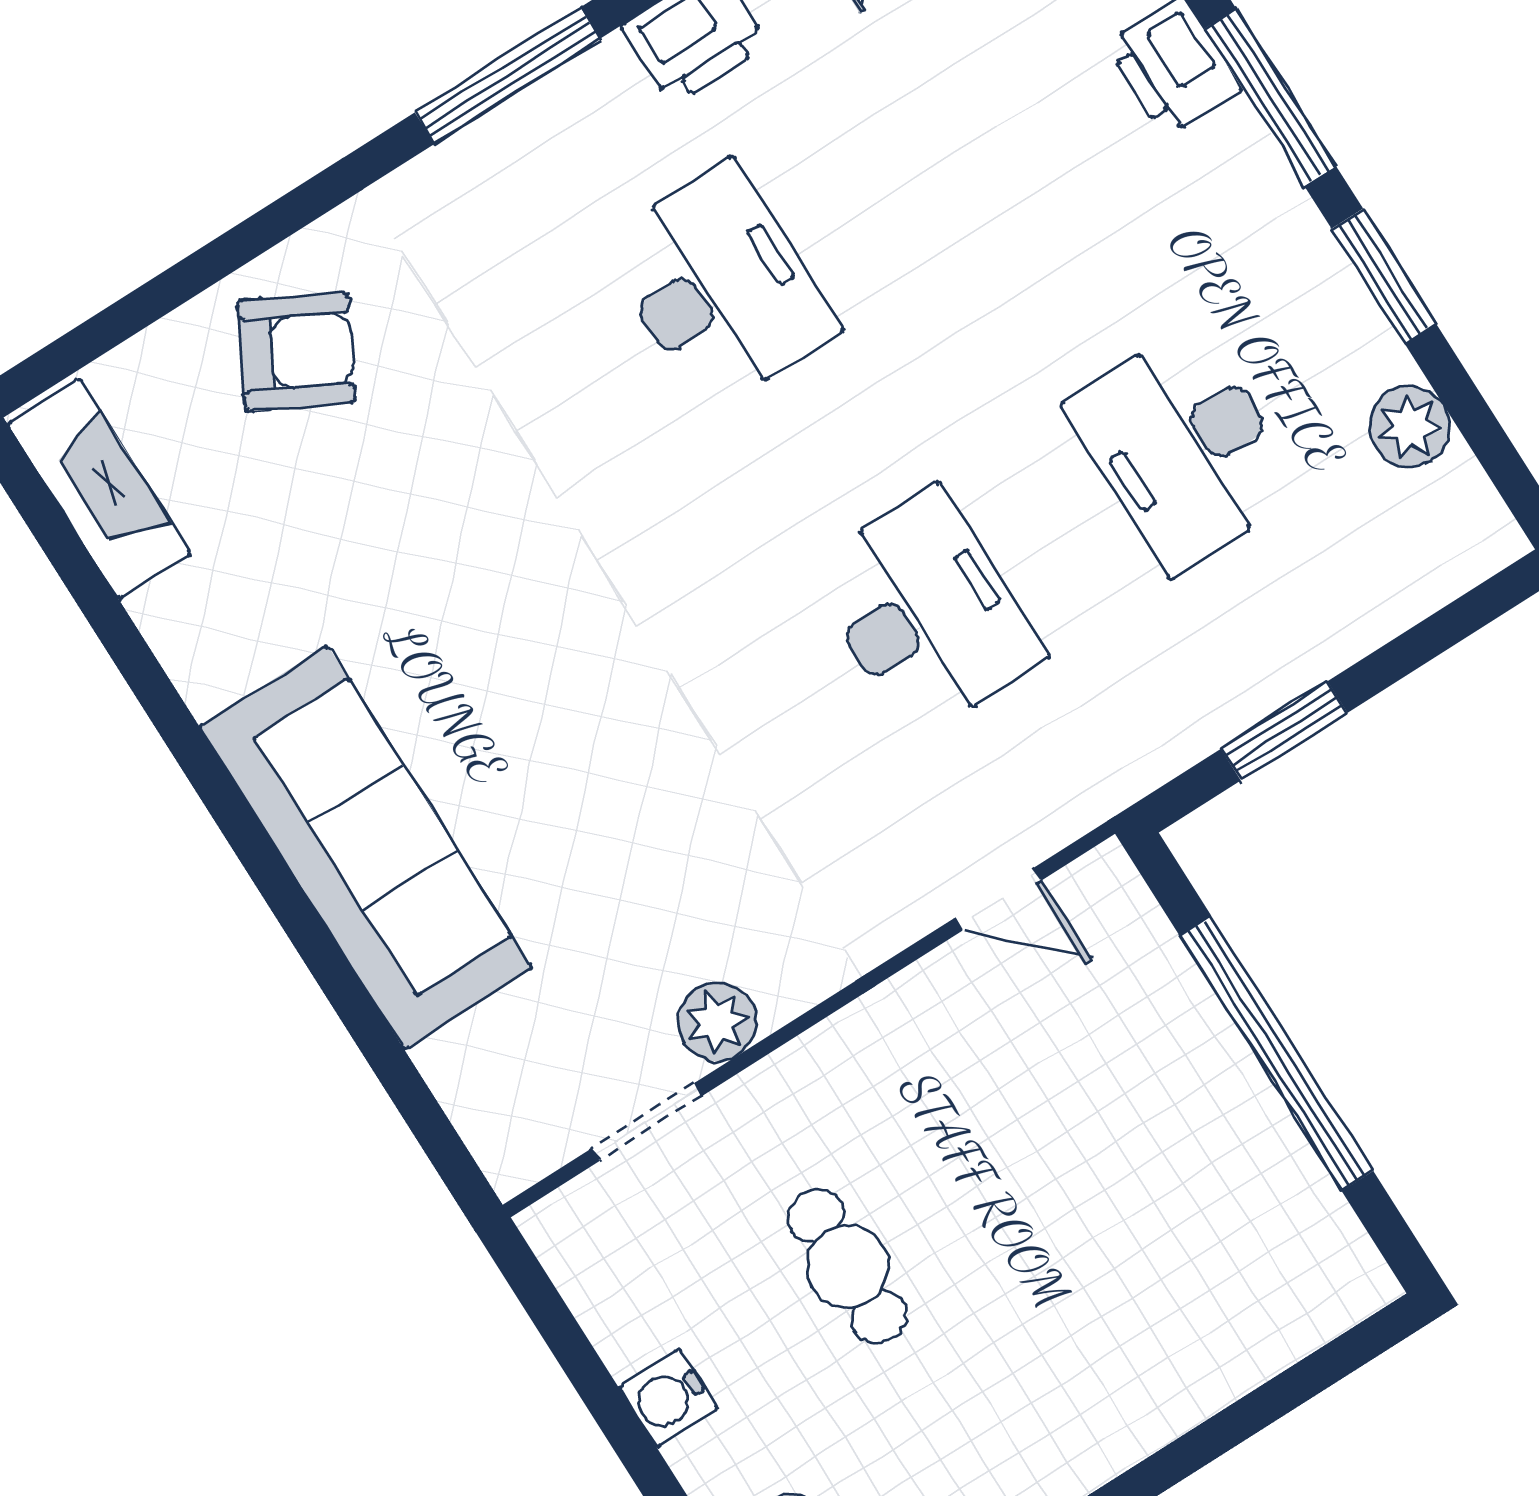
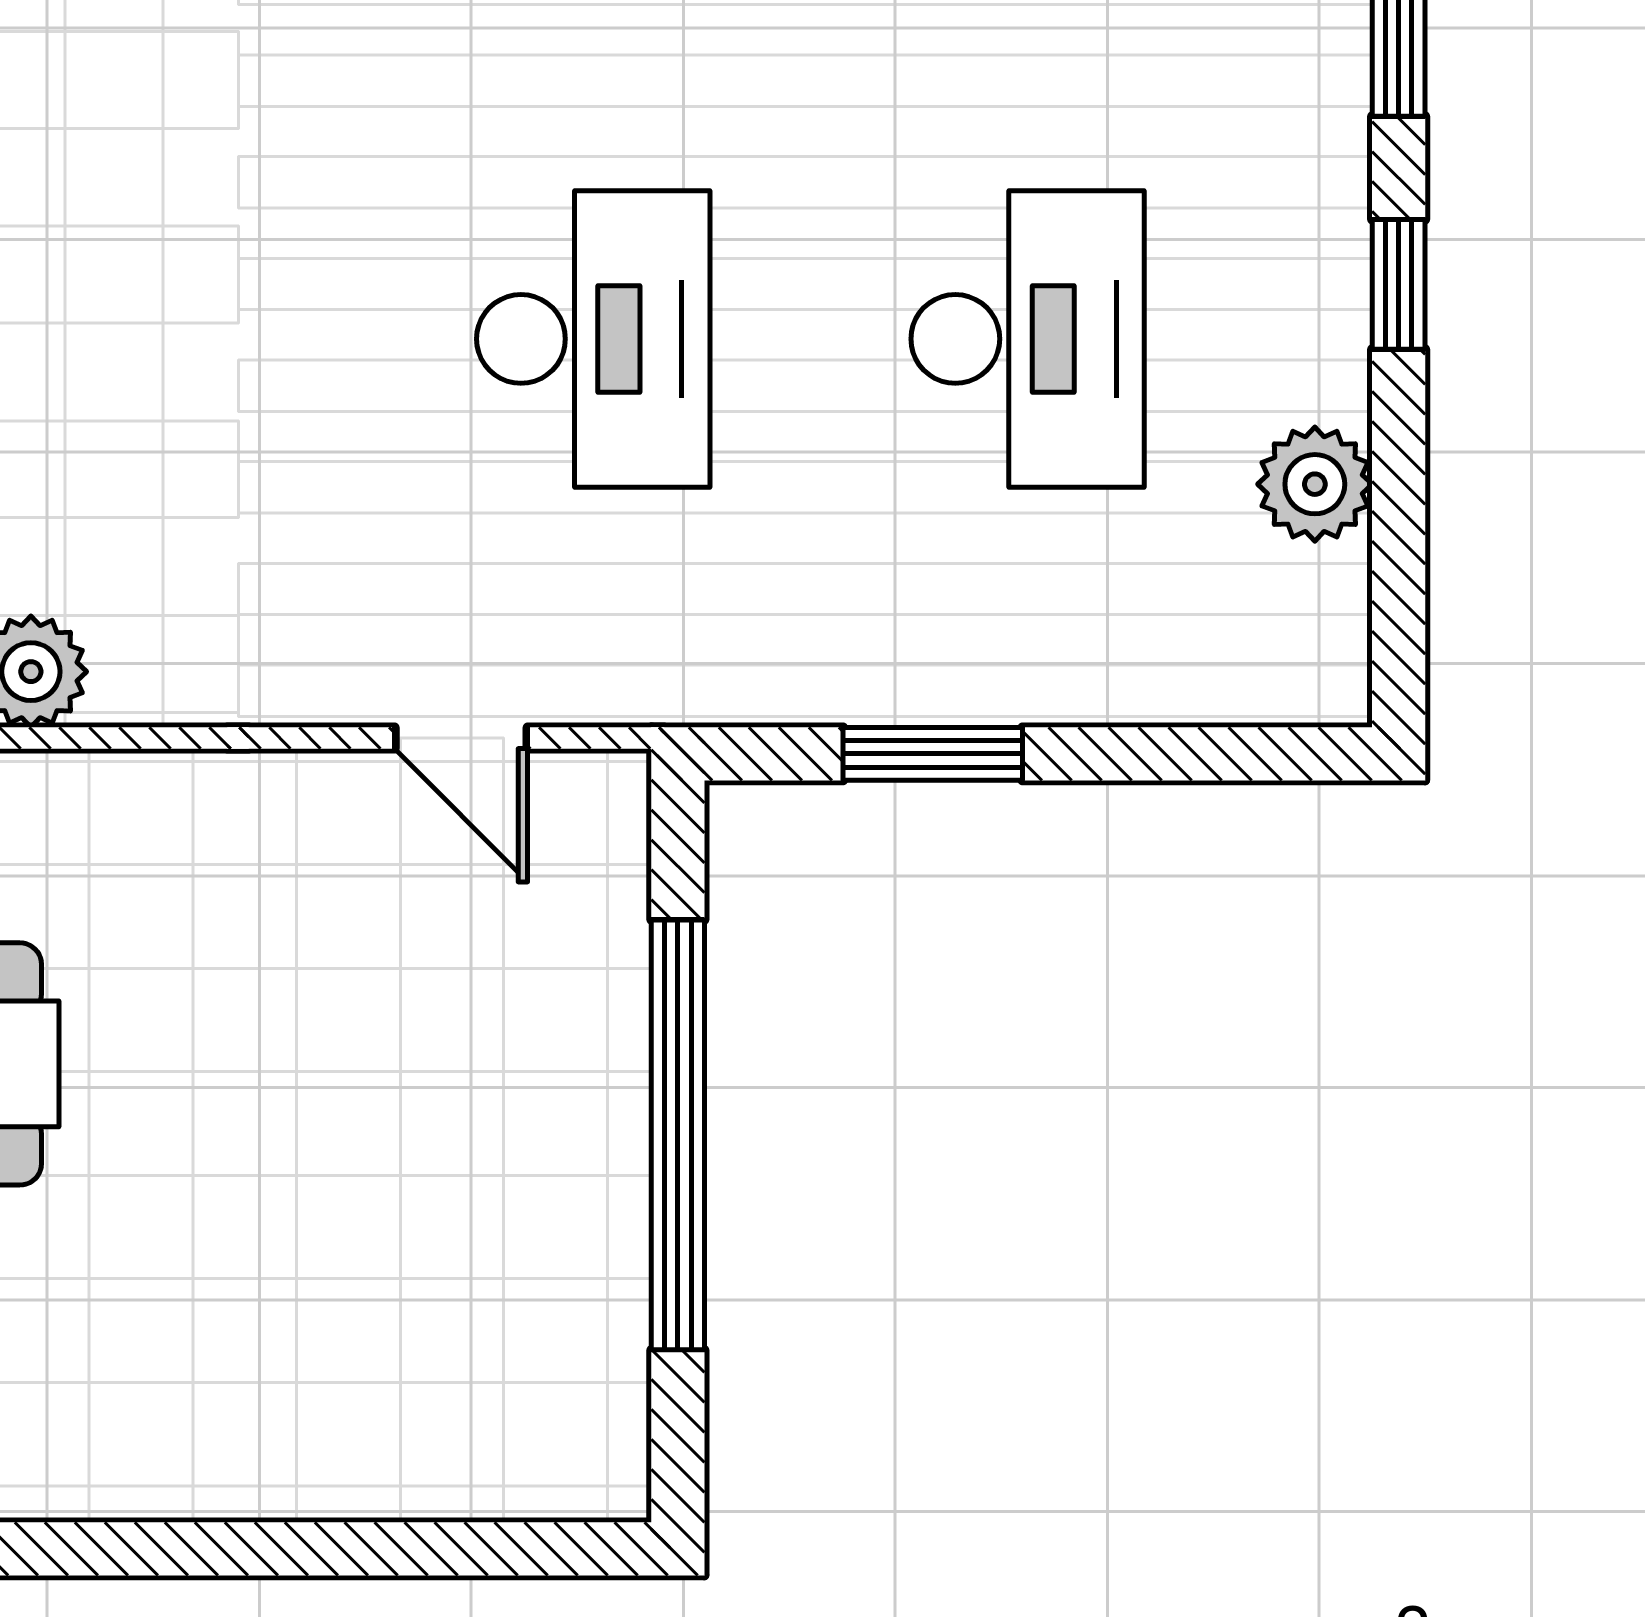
window: (1384, 276) -> (1399, 284), width x0.67
desk: (1184, 449) -> (1028, 339), turned 180

